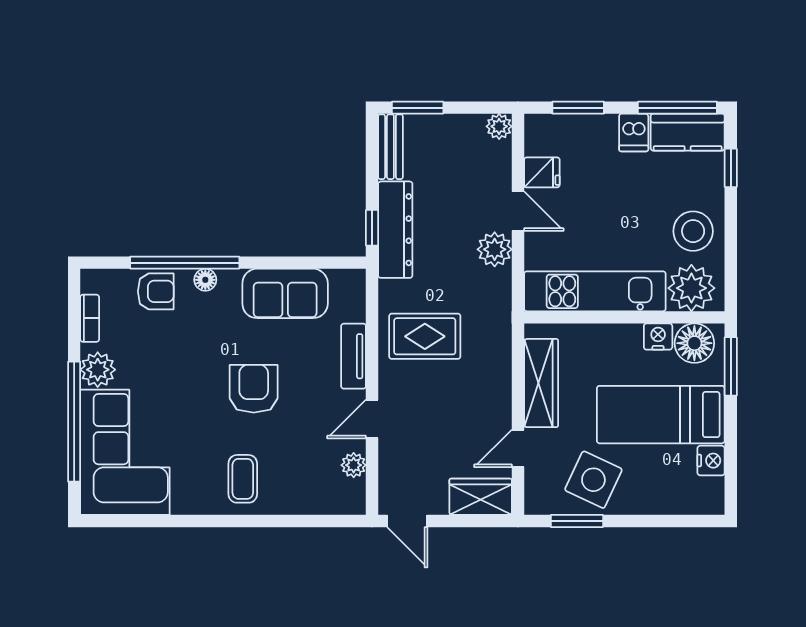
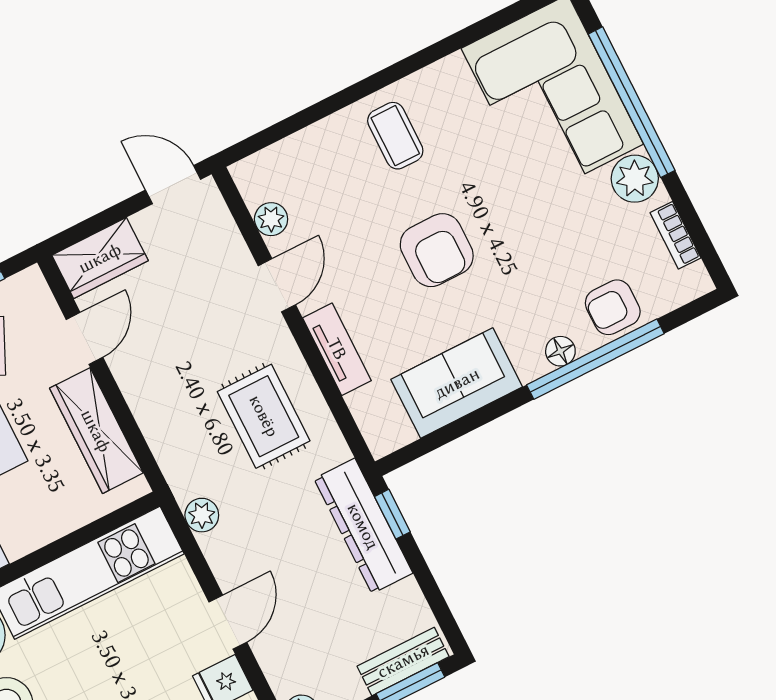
bench: (390, 147) -> (403, 661), moved, turned 90
door: (518, 211) -> (228, 622), swing flipped
plant: (495, 249) -> (202, 515), moved, width x0.73, depth x0.73
rug: (425, 336) -> (264, 416), turned 90

